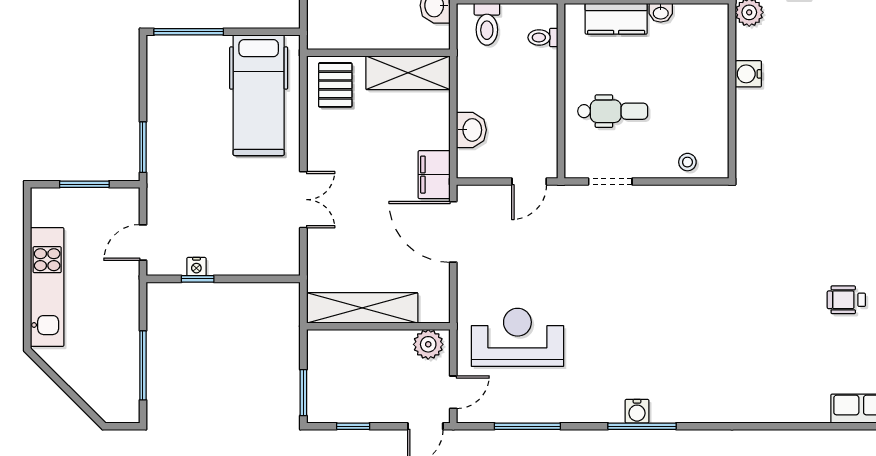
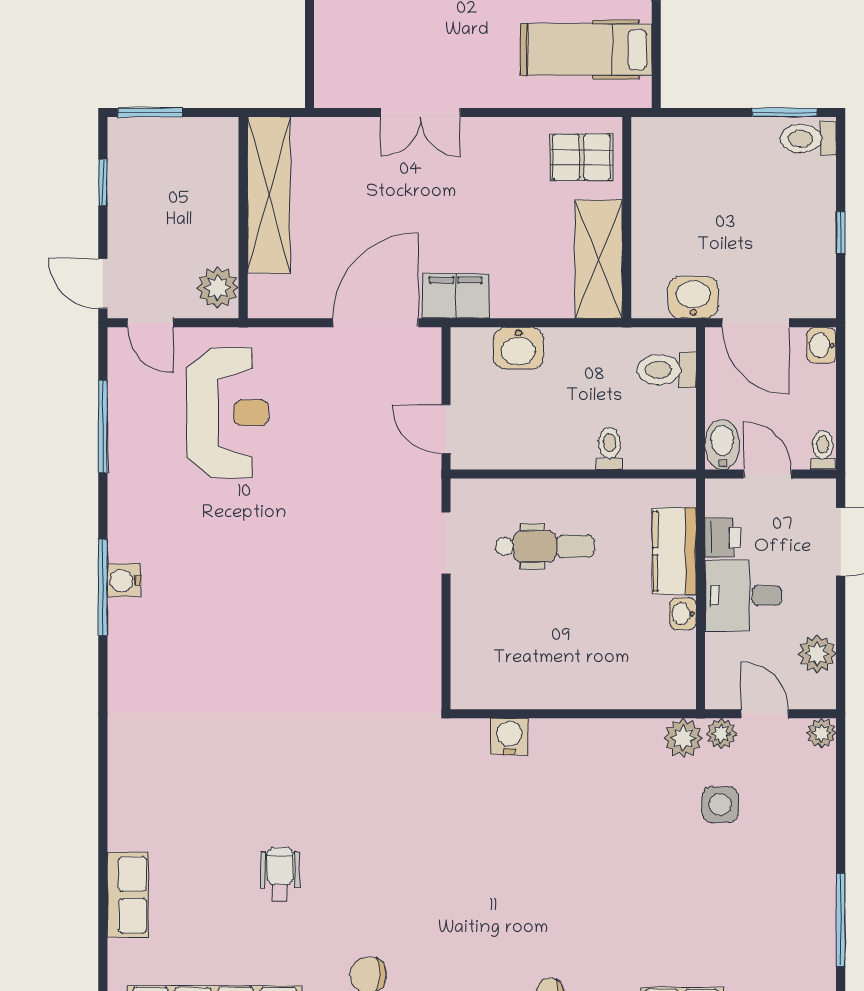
toilet: (543, 37) -> (610, 449), moved
water cooler: (748, 74) -> (509, 737), moved
hospital bed: (259, 95) -> (586, 50), width x0.73, depth x0.78
dental chair: (613, 111) -> (545, 546), turned -90
stool: (687, 162) -> (473, 651), removed

